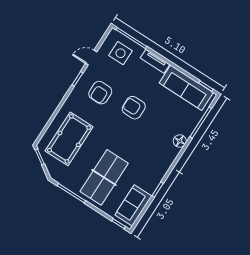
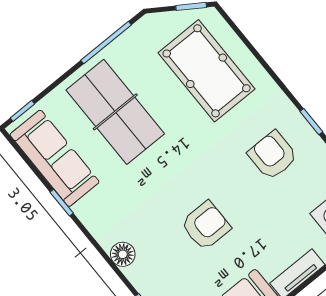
armchair: (134, 108) -> (206, 226), moved
floor lamp: (180, 141) -> (123, 254), moved
sofa: (133, 205) -> (55, 158), width x1.36

